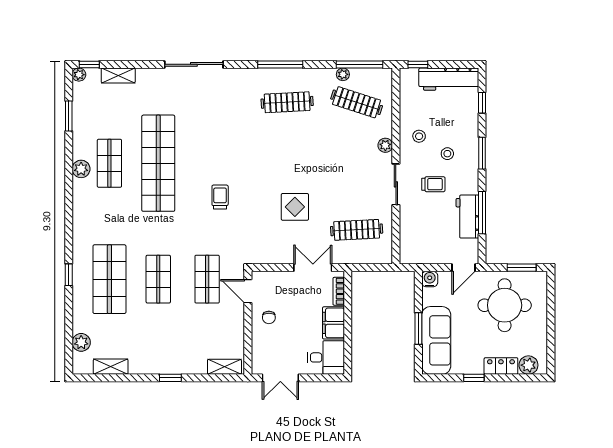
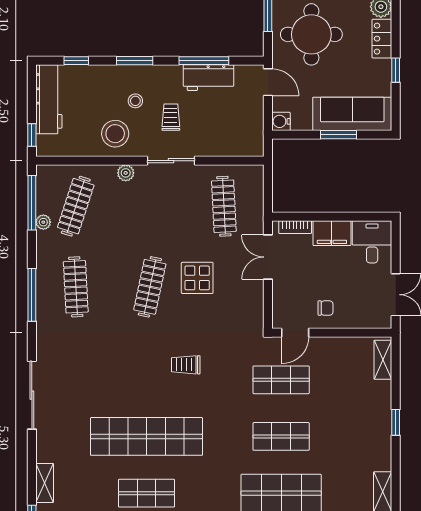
stool: (419, 136) -> (115, 134), width x1.89, depth x1.89
clothes rail: (287, 166) -> (150, 287), added

